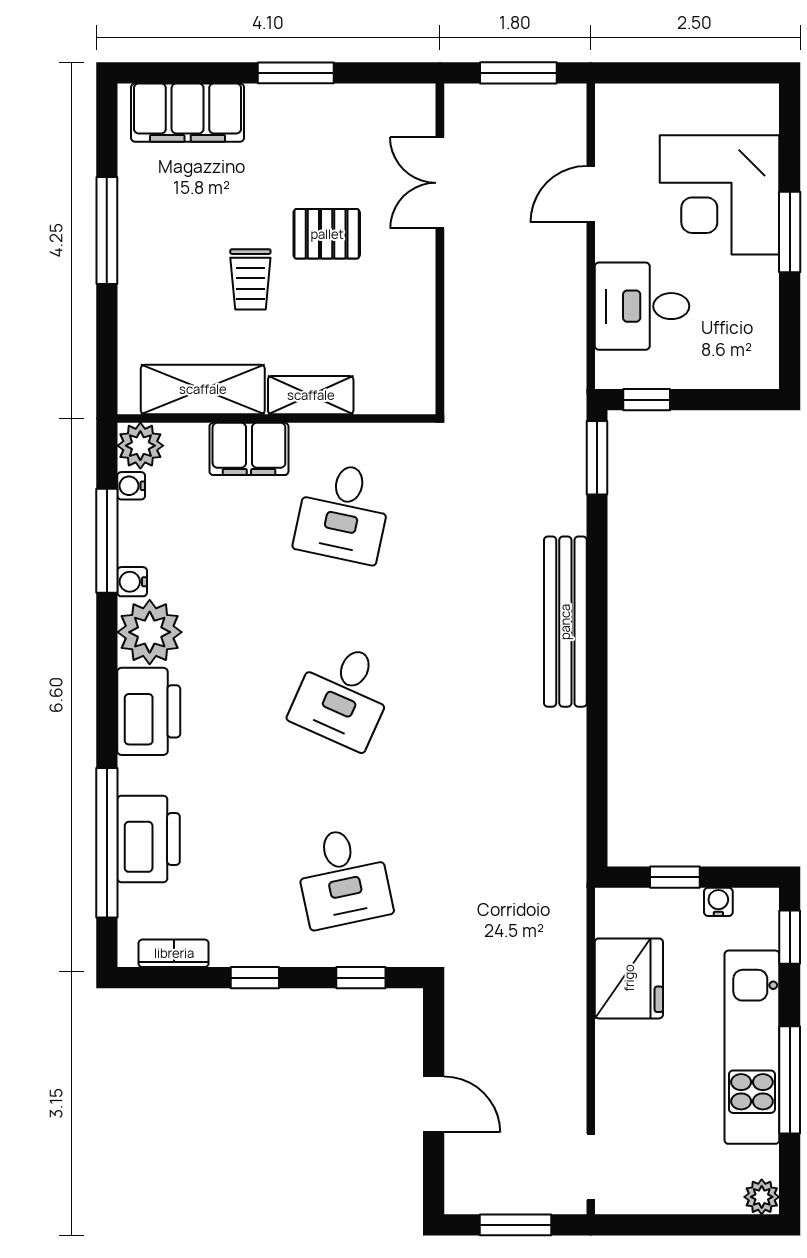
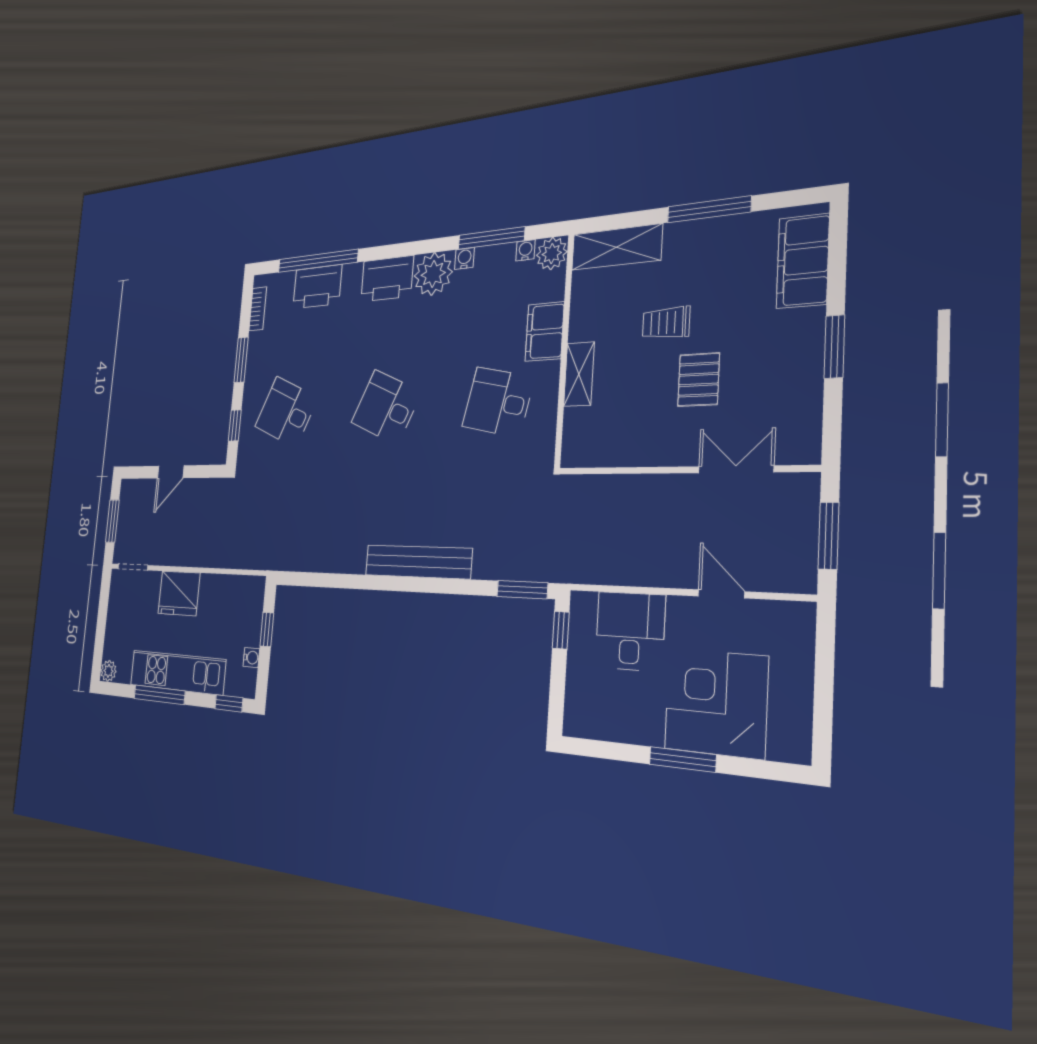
shelving: (203, 389) -> (616, 247), moved, turned 90
desk: (343, 877) -> (286, 412), turned 36
window: (255, 978) -> (241, 360), width x1.50
fridge: (629, 978) -> (179, 593), moved

